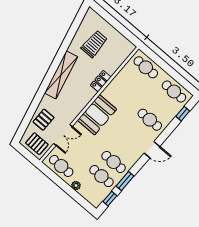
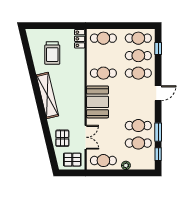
trolley: (94, 44) -> (52, 53), turned 180
locker: (101, 81) -> (80, 39), moved
cafe table: (122, 96) -> (103, 73), added
cafe table: (162, 106) -> (138, 56), added

